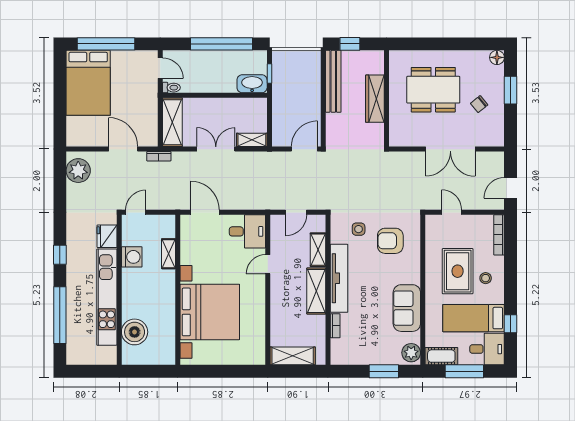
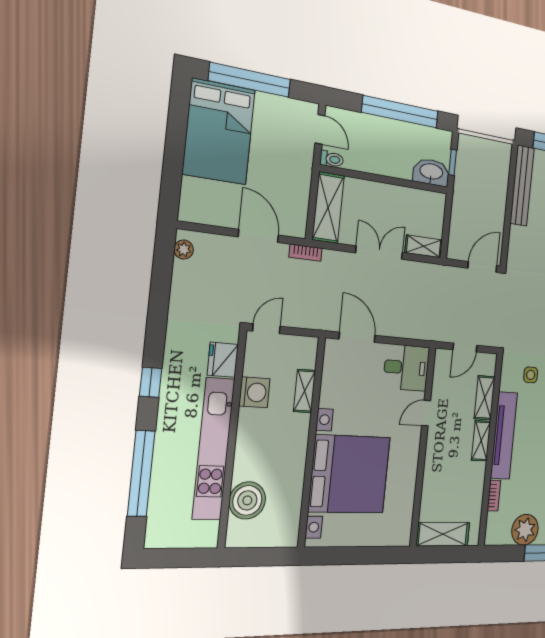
plant: (78, 171) -> (184, 250), width x0.53, depth x0.53
shelving: (316, 291) -> (481, 441), width x0.67, depth x0.75
plant: (368, 353) -> (525, 530), added

